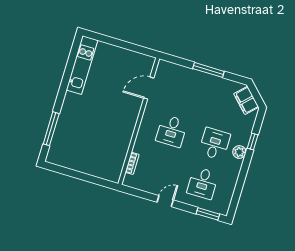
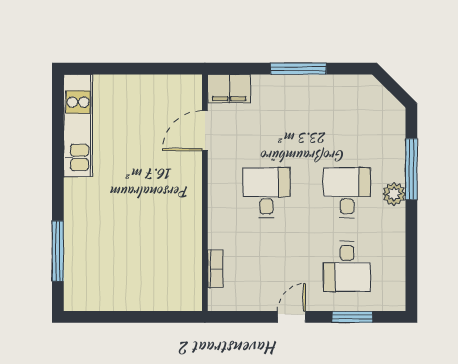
filing cabinet: (246, 100) -> (229, 89), moved, turned -45
desk: (172, 131) -> (266, 193), turned 180
window: (253, 142) -> (411, 169), width x2.17
window: (208, 214) -> (352, 317), moved

